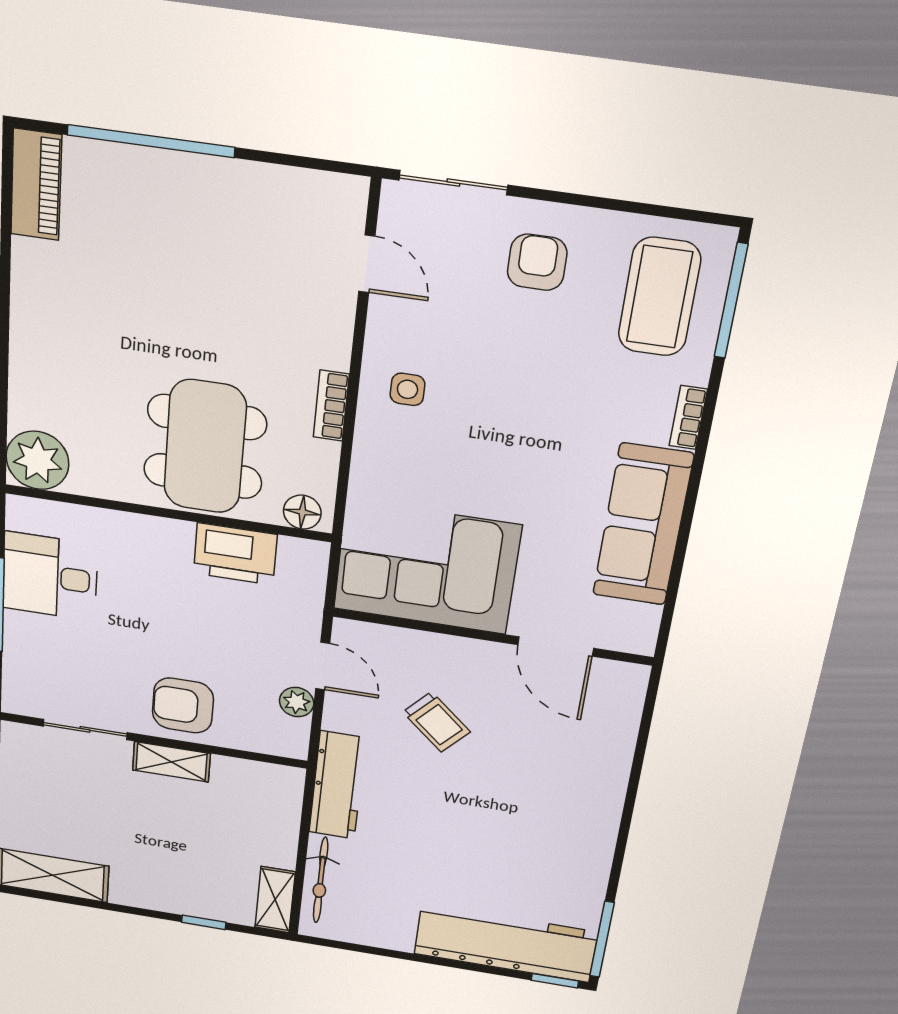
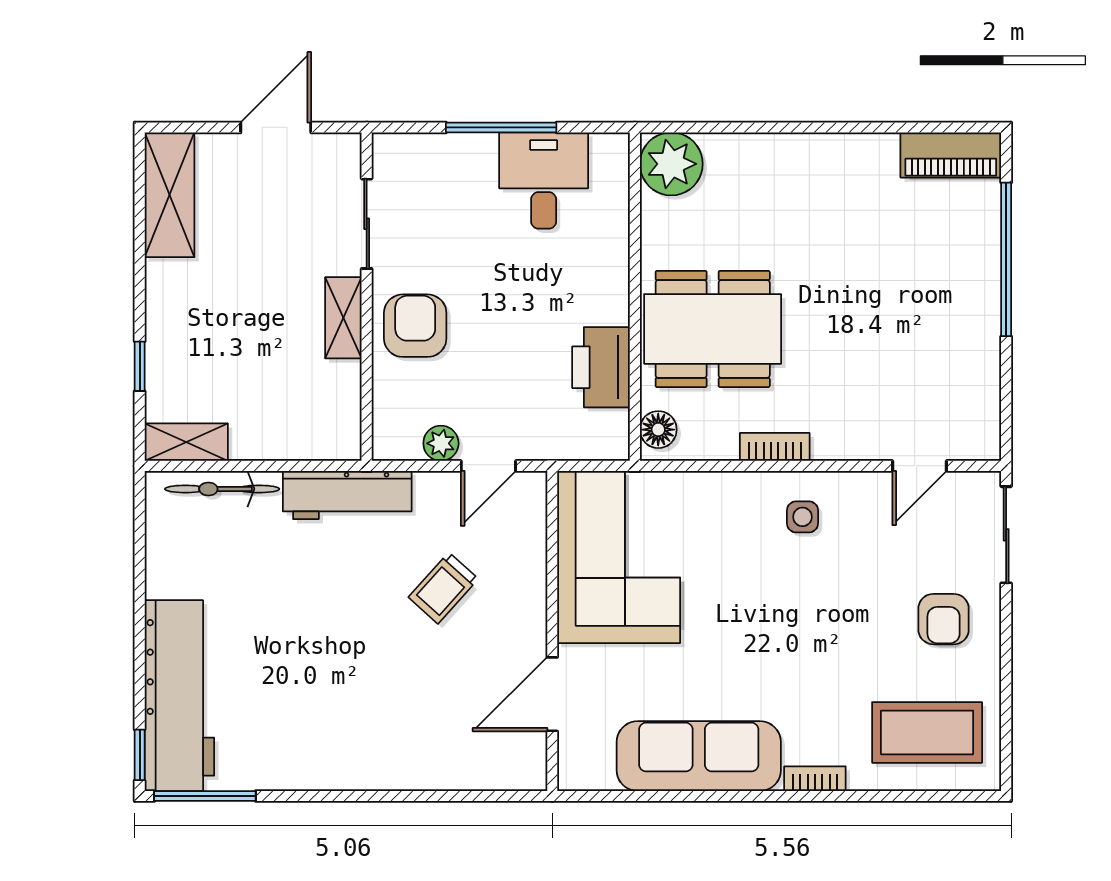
armchair: (537, 262) -> (944, 619), turned 90
window: (731, 301) -> (933, 796), removed

